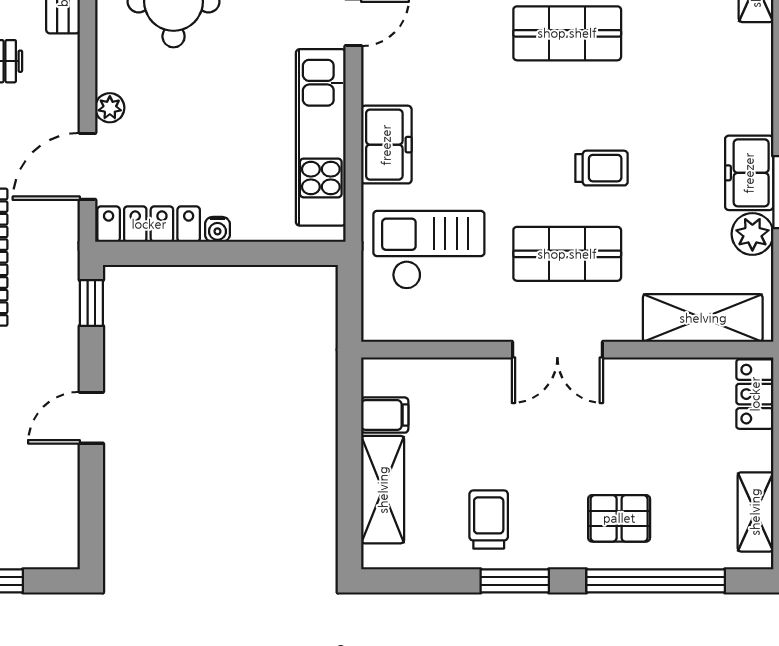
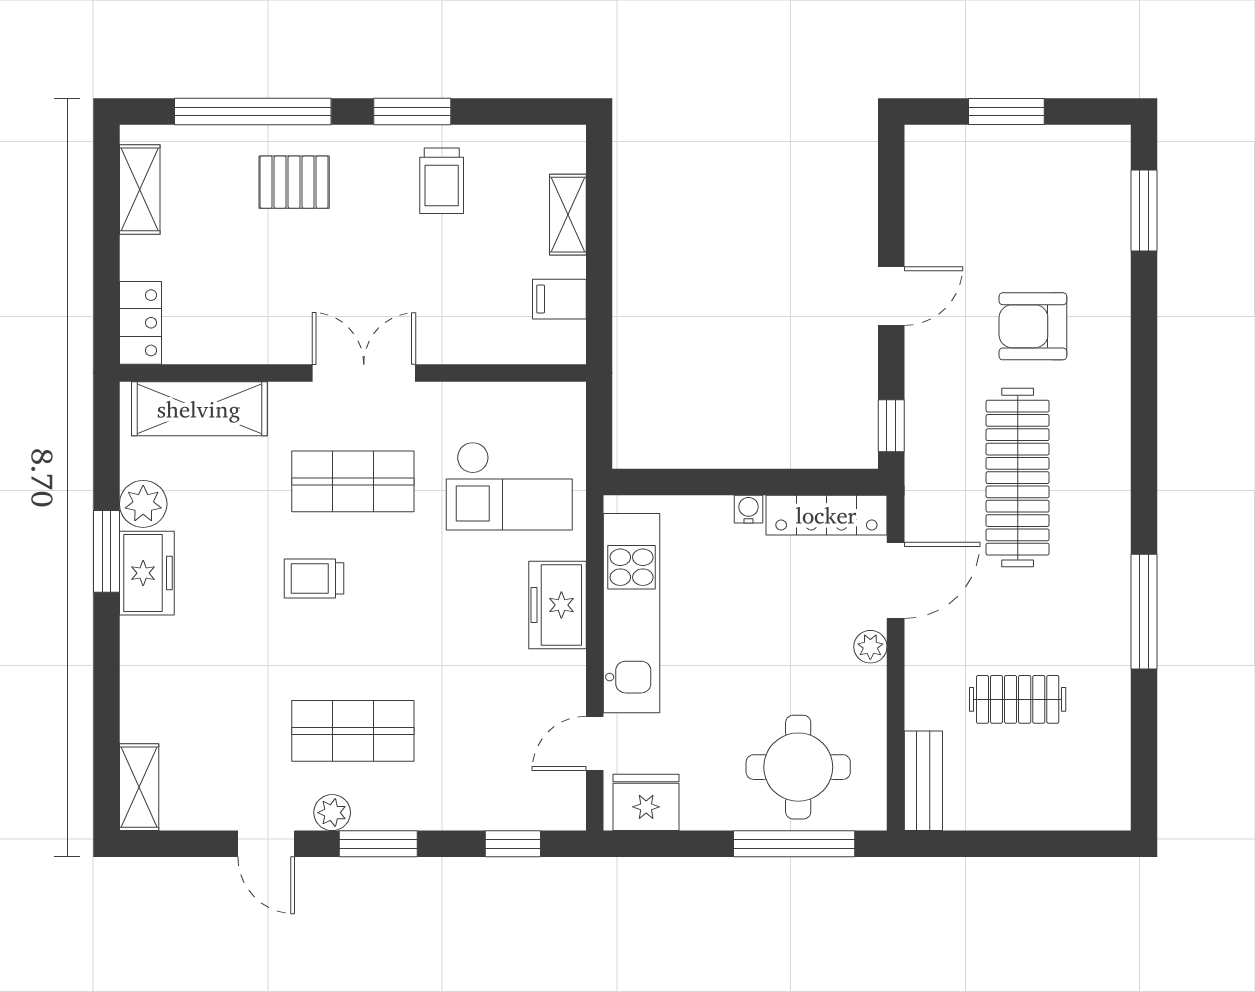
shelving: (383, 490) -> (568, 215), width x0.67, depth x0.75

